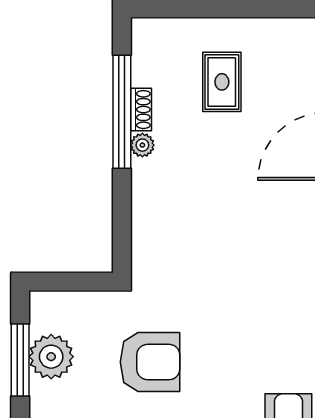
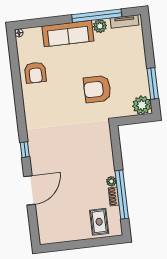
rug: (222, 82) -> (99, 222), moved
plant: (51, 357) -> (142, 105), moved

